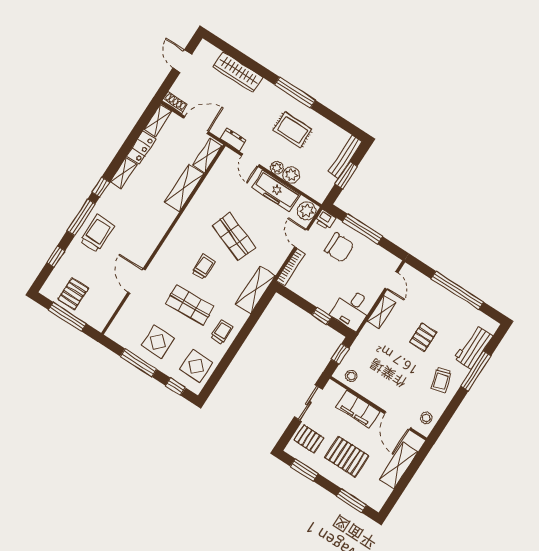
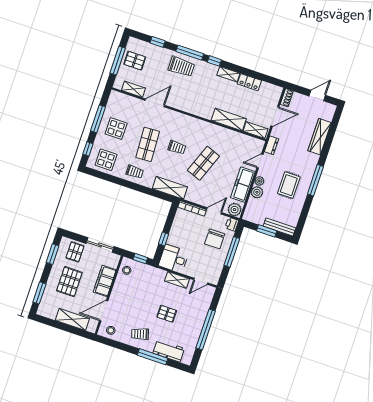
shelving: (158, 120) -> (134, 89), moved
door: (196, 125) -> (275, 117), hinge flipped

